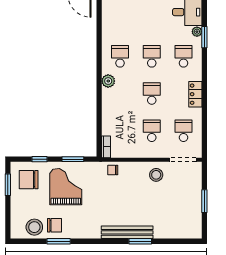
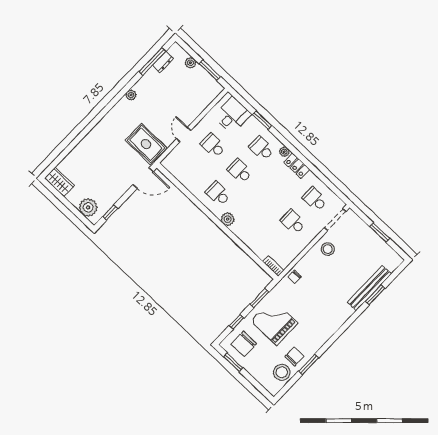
plant: (197, 32) -> (284, 152), moved
school desk: (152, 94) -> (213, 146), moved
bench: (127, 232) -> (369, 288), moved
window: (140, 241) -> (375, 295), moved

